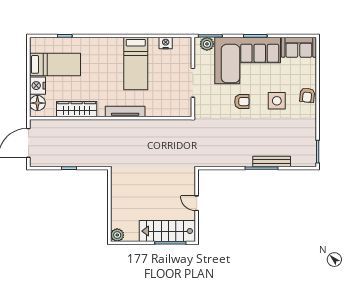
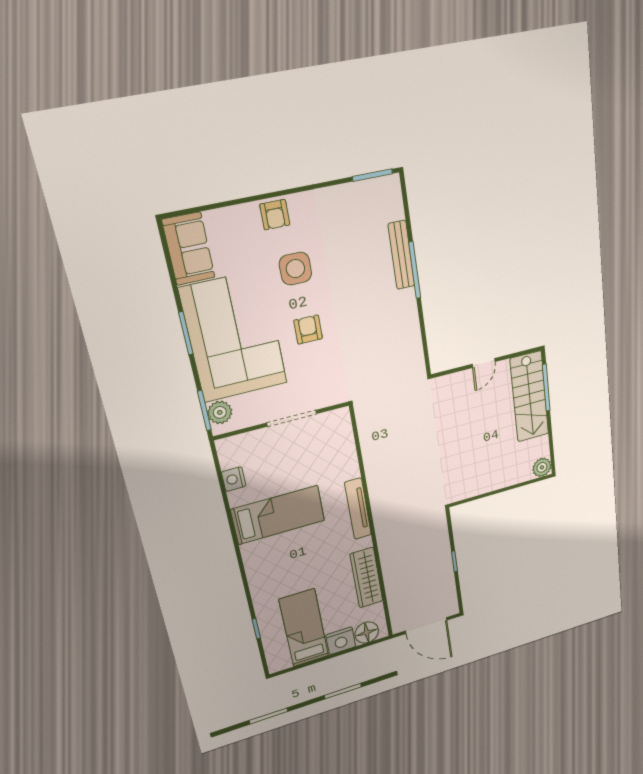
armchair: (307, 95) -> (275, 215), turned 84

